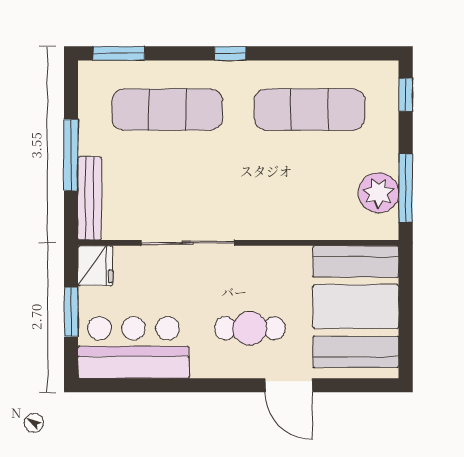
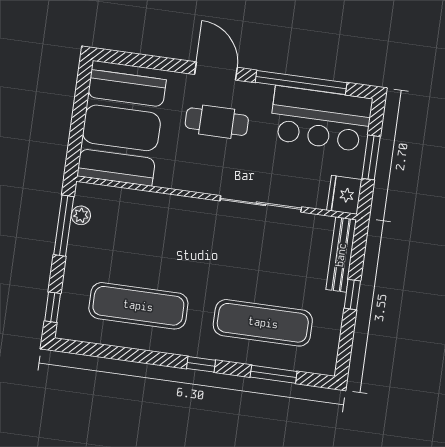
window: (119, 53) -> (274, 374), moved
window: (71, 155) -> (352, 295), width x0.46
plant: (379, 193) -> (81, 215), width x0.53, depth x0.53
window: (161, 385) -> (301, 83), added
door: (289, 385) -> (216, 71), moved

